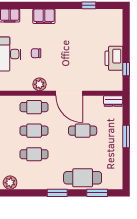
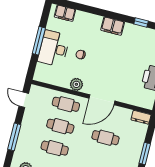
filing cabinet: (44, 16) -> (113, 26), moved
door: (69, 93) -> (102, 100), hinge flipped

